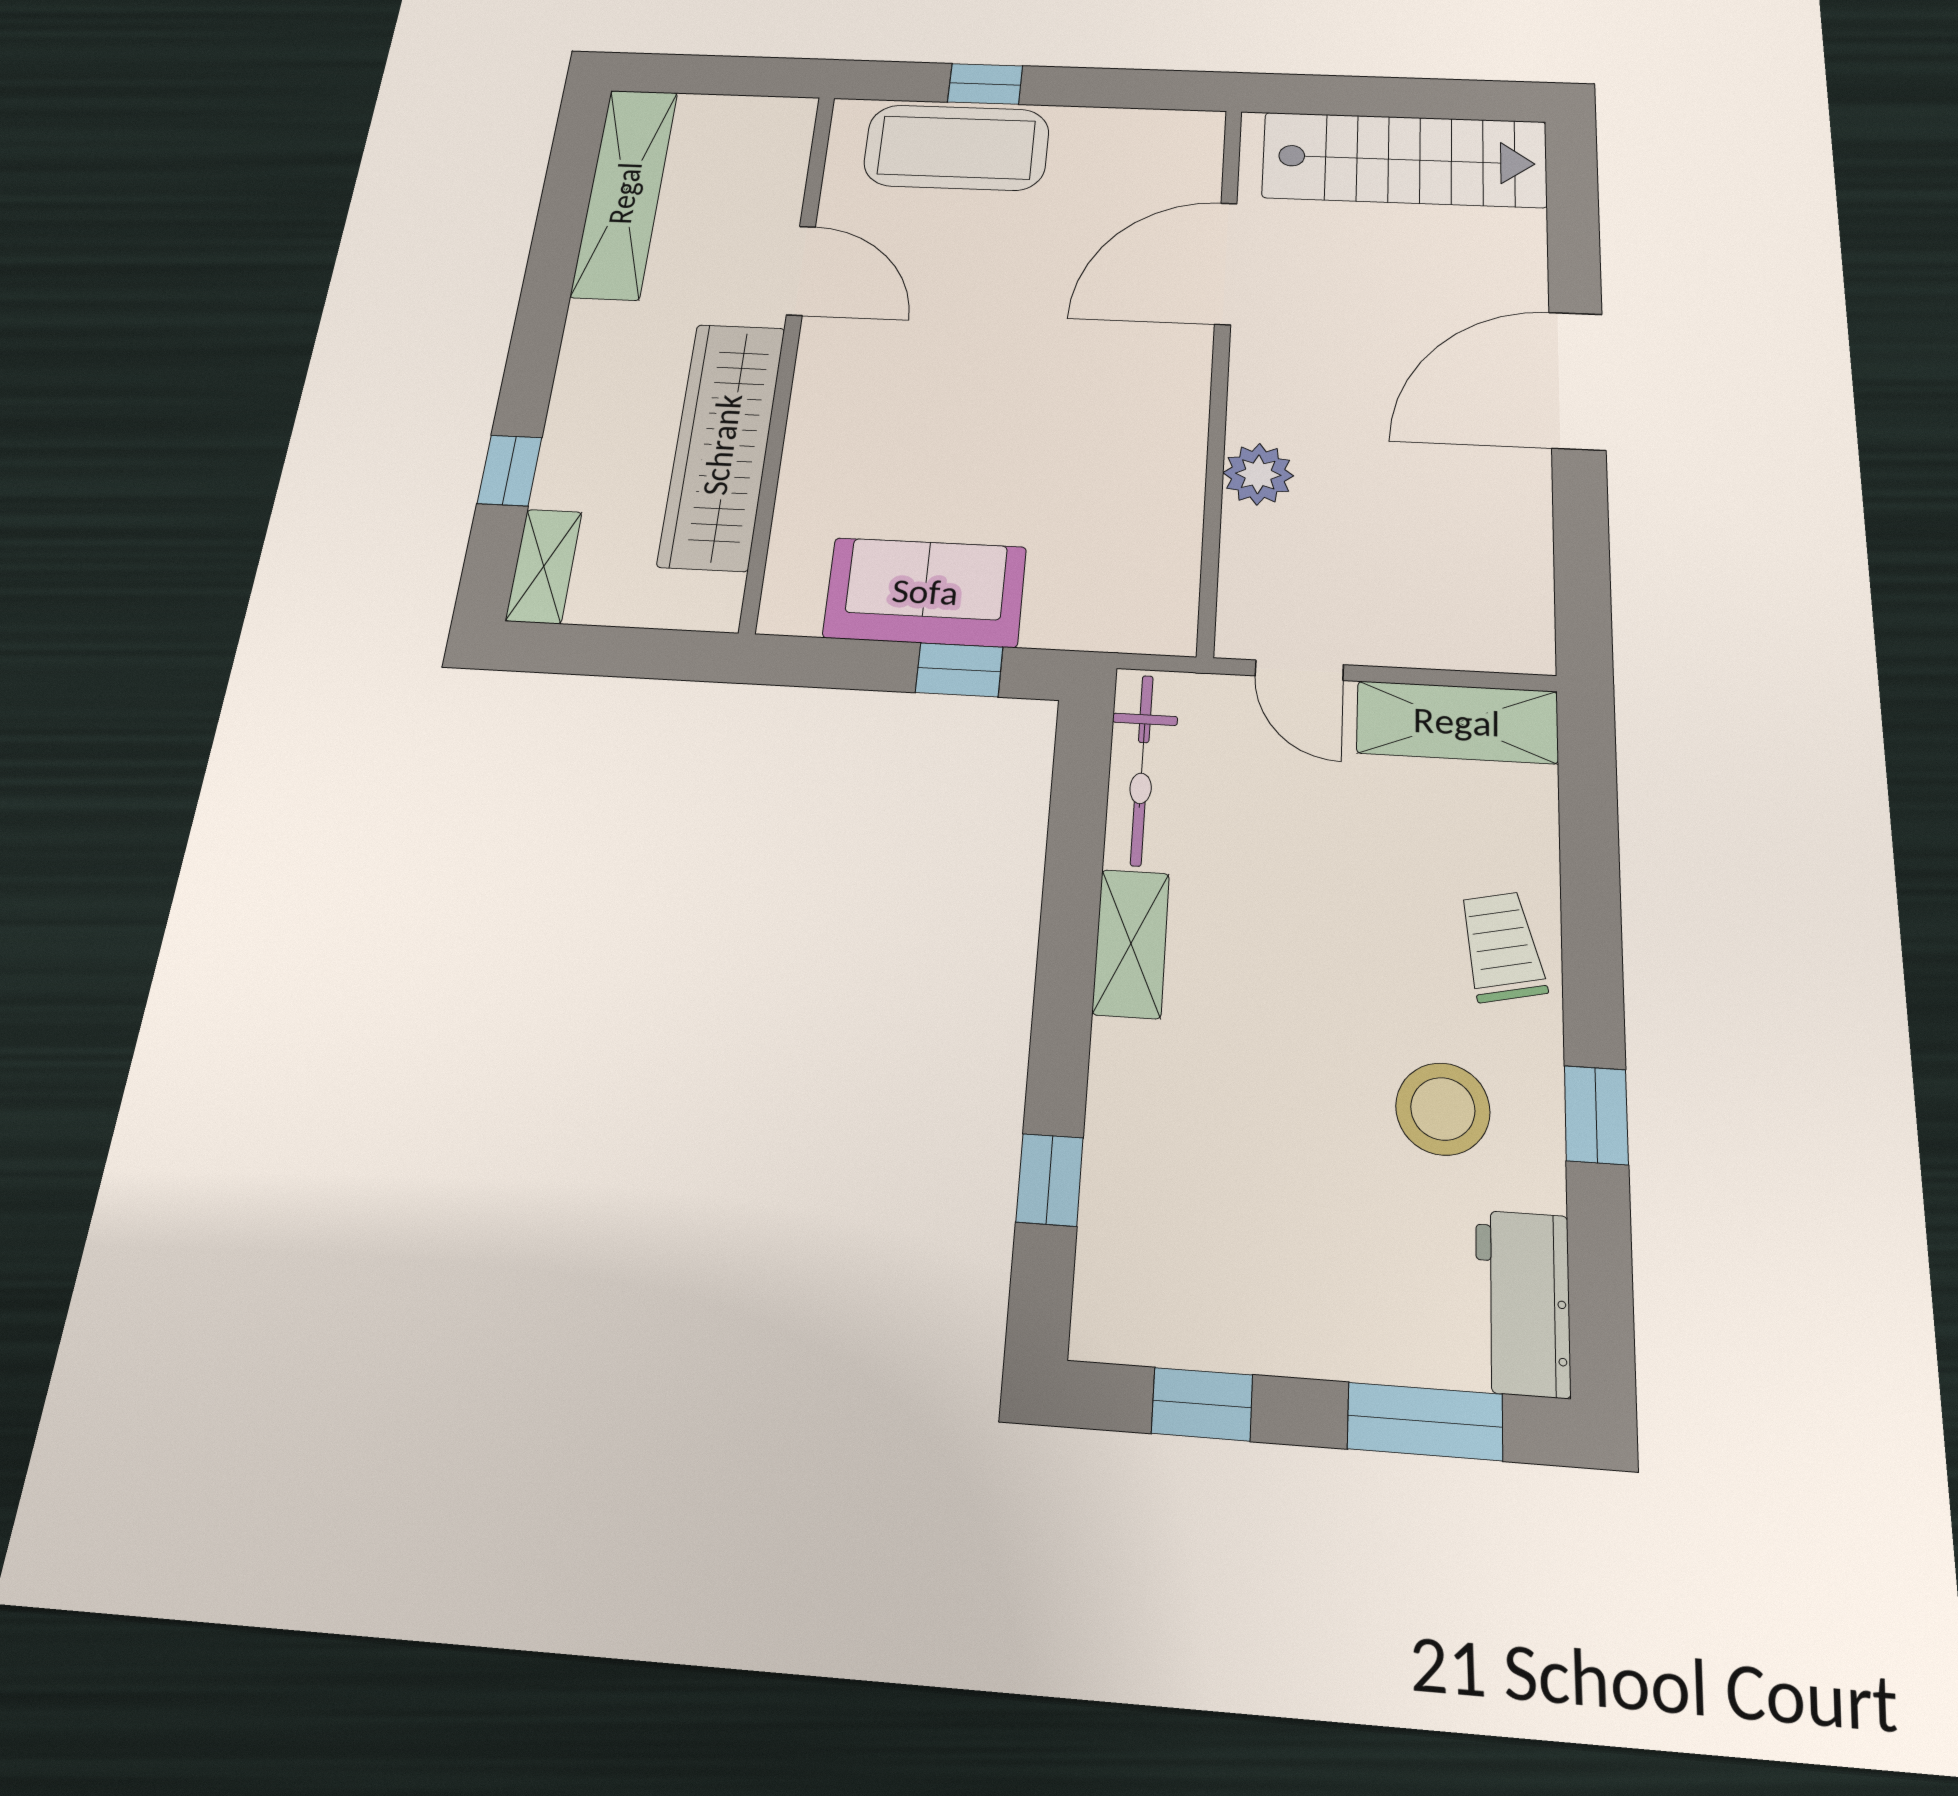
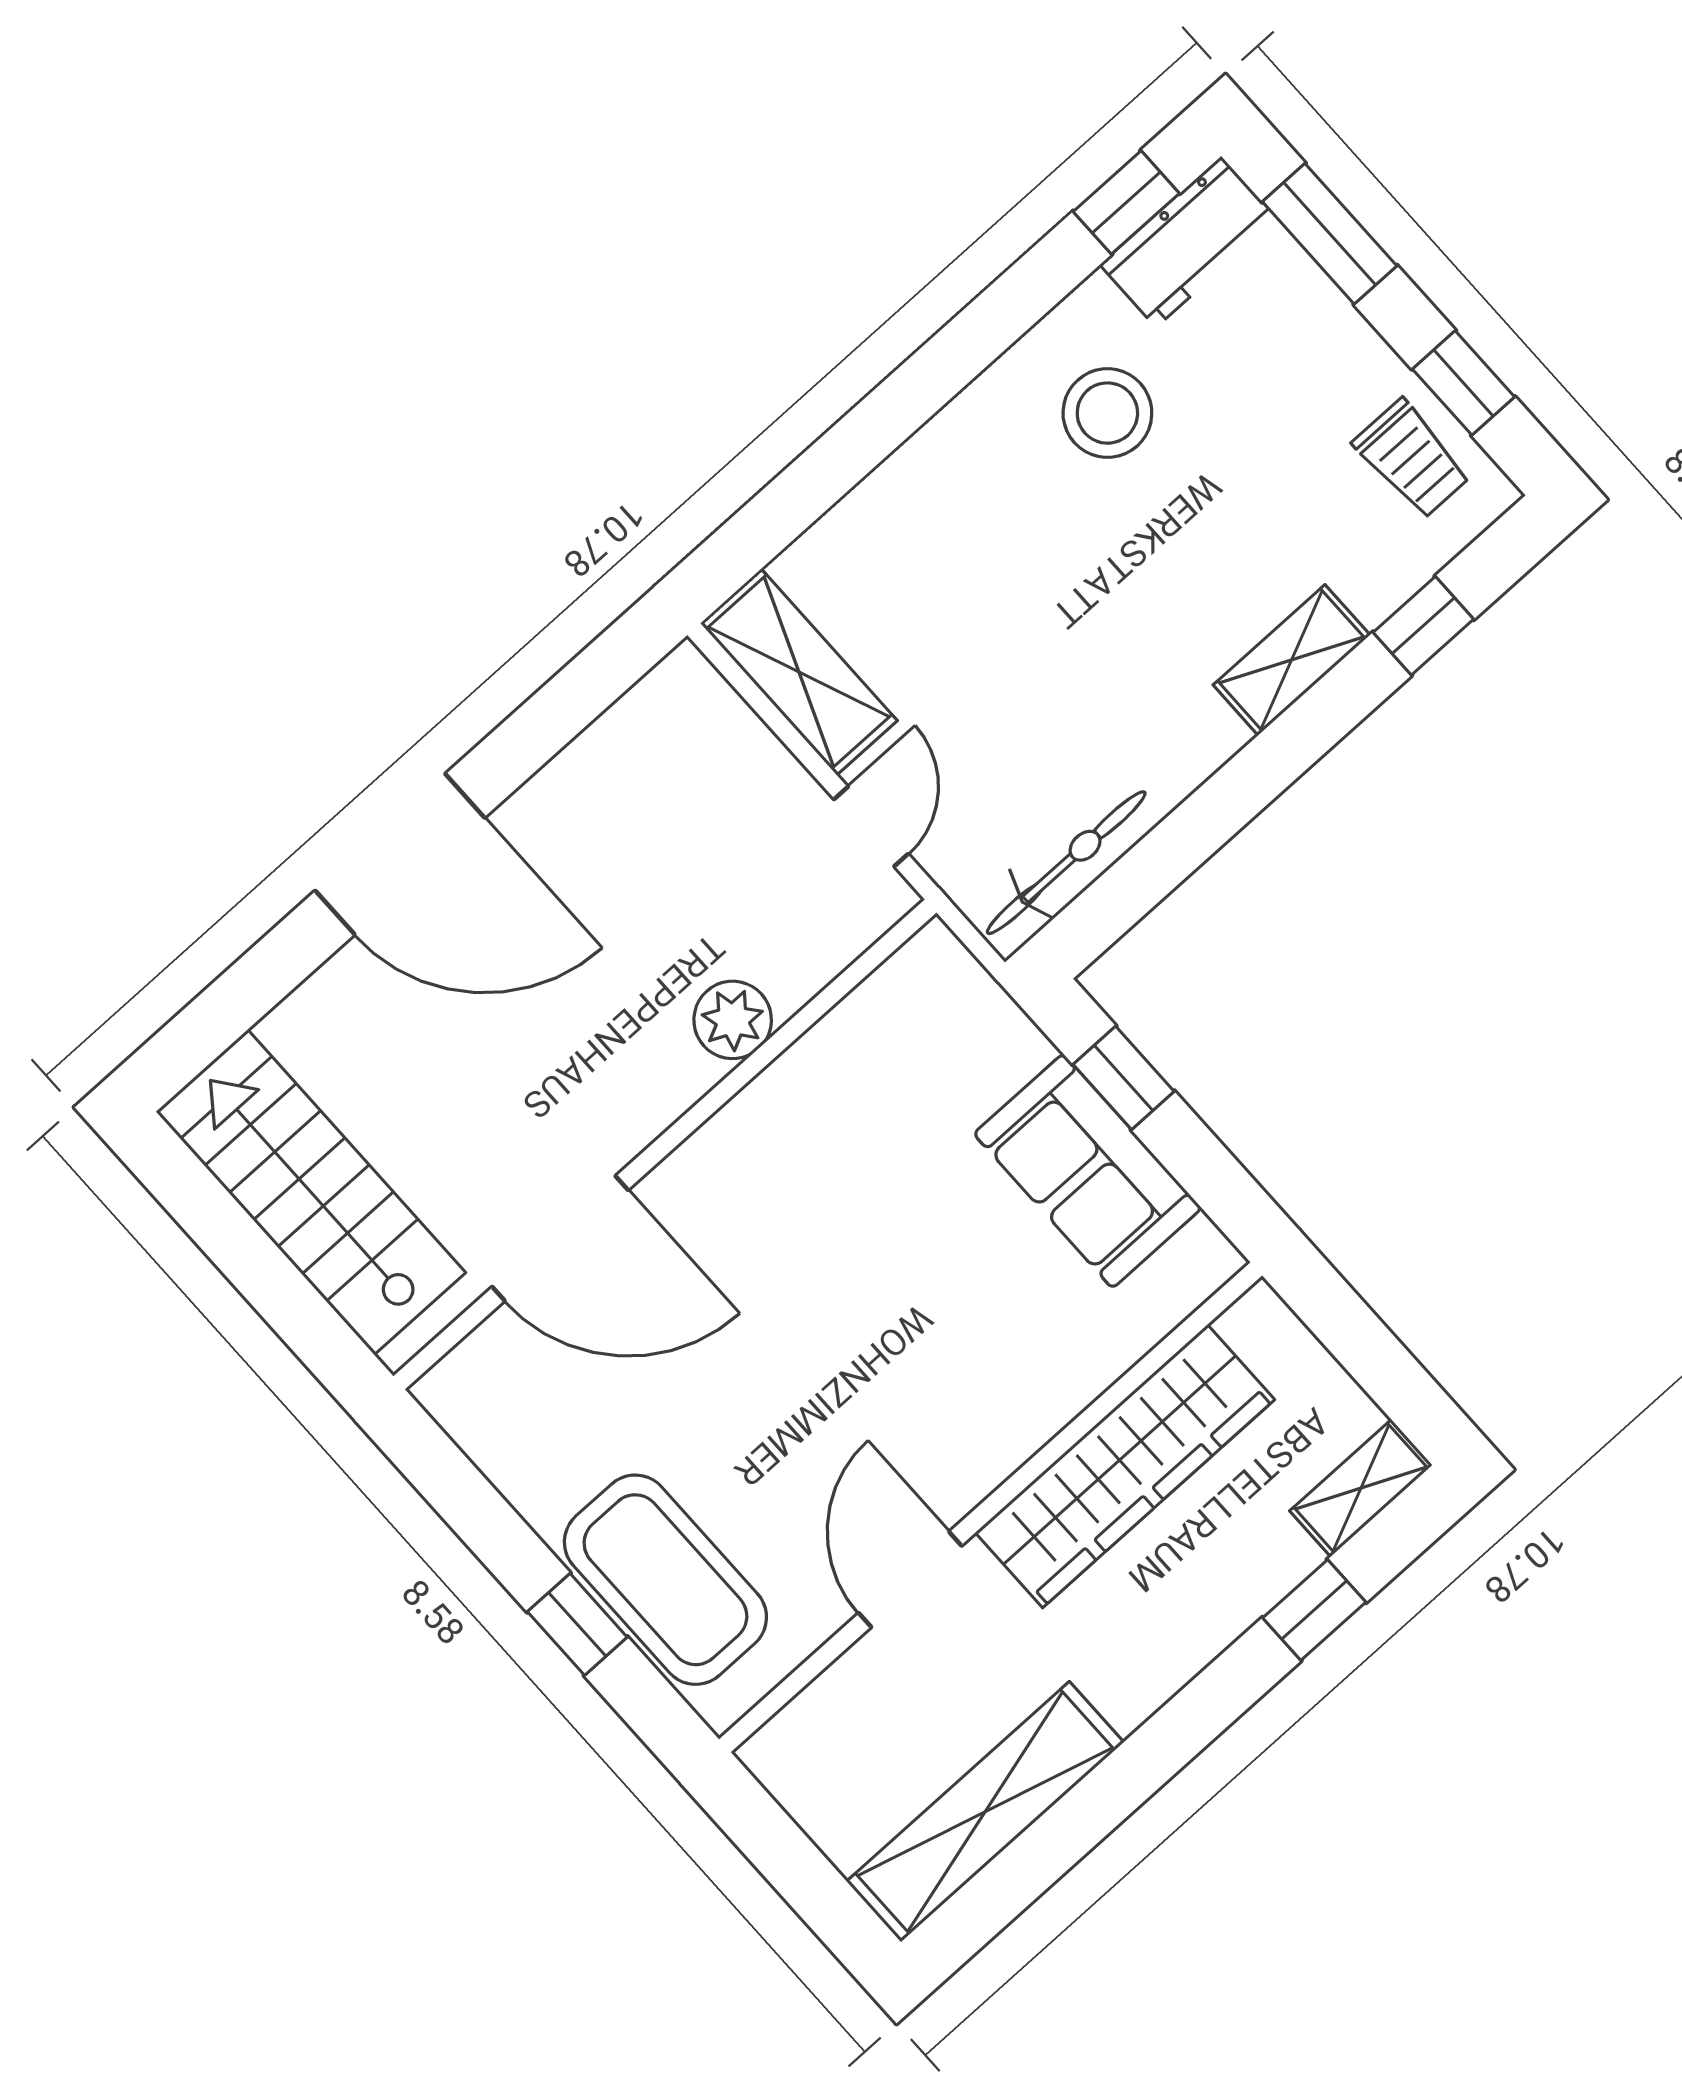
shelving: (1131, 943) -> (1292, 660), moved
trolley: (1502, 947) -> (1412, 459), moved, turned -78
window: (1596, 1115) -> (1126, 202), moved

